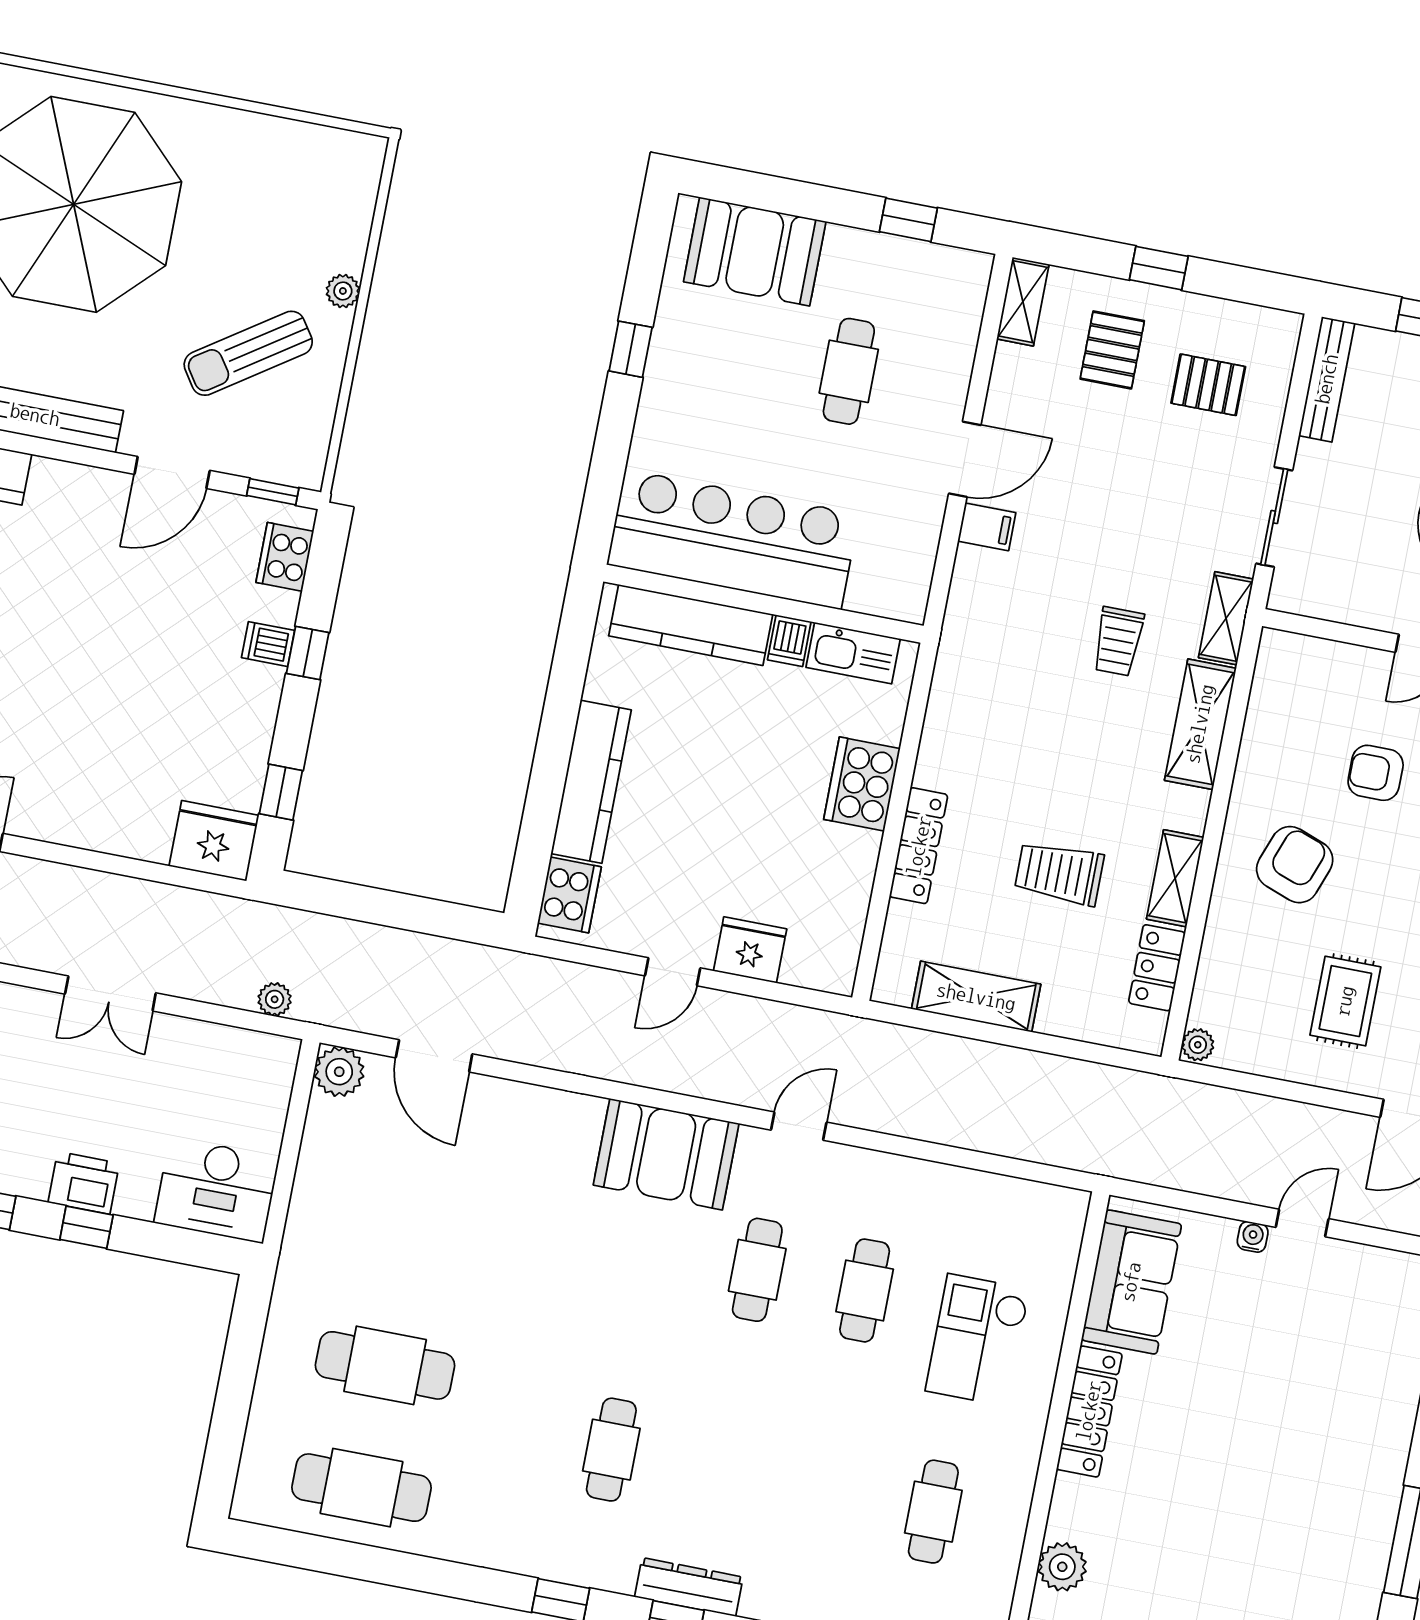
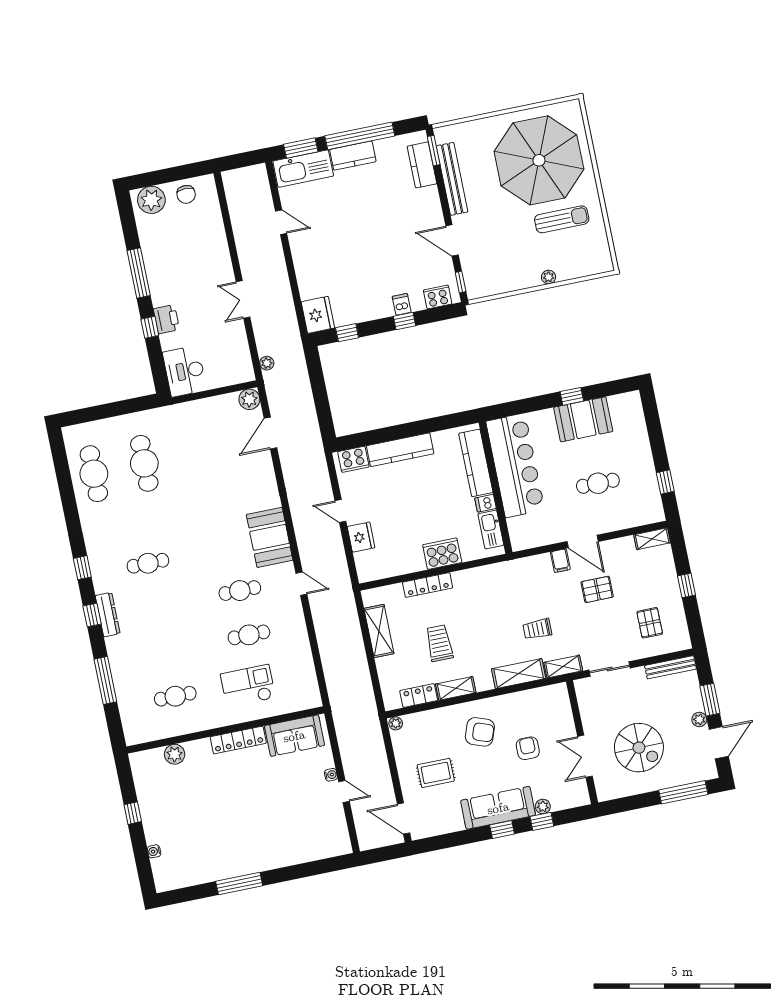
booth: (755, 252) -> (583, 419), moved, turned 90
pallet: (1112, 350) -> (597, 589), moved
sun lounger: (248, 353) -> (562, 219), moved, turned 124

